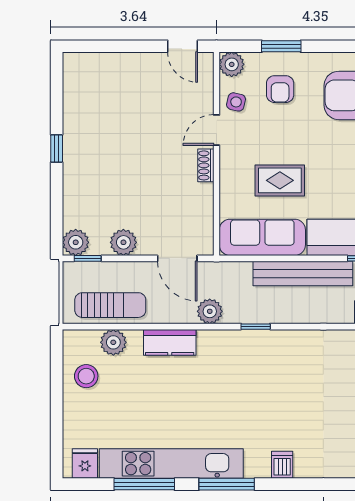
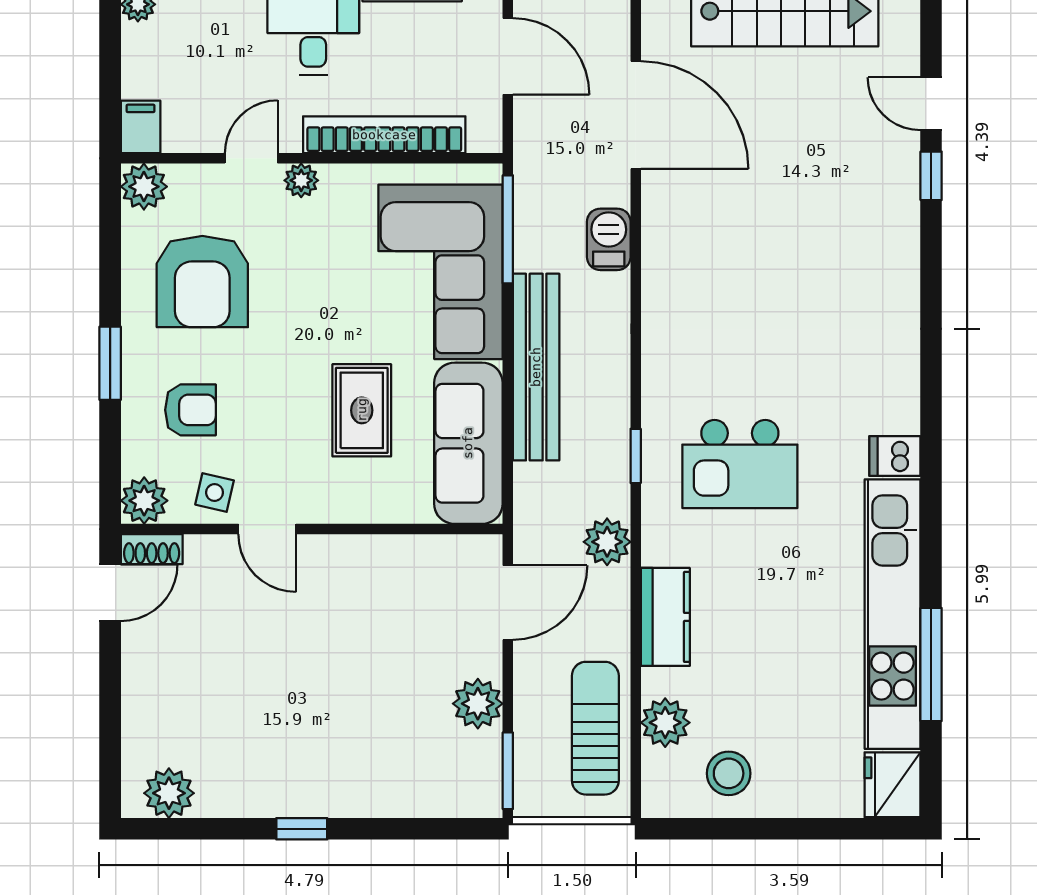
window: (281, 46) -> (110, 363), moved
shoe rack: (206, 165) -> (152, 549), moved
plant: (76, 242) -> (169, 793), moved
window: (88, 258) -> (508, 771), width x1.50
kitchen island: (251, 382) -> (740, 464), added
fridge: (85, 464) -> (892, 785), width x1.38
dishwasher: (282, 465) -> (895, 456), moved
window: (227, 484) -> (931, 510), removed

